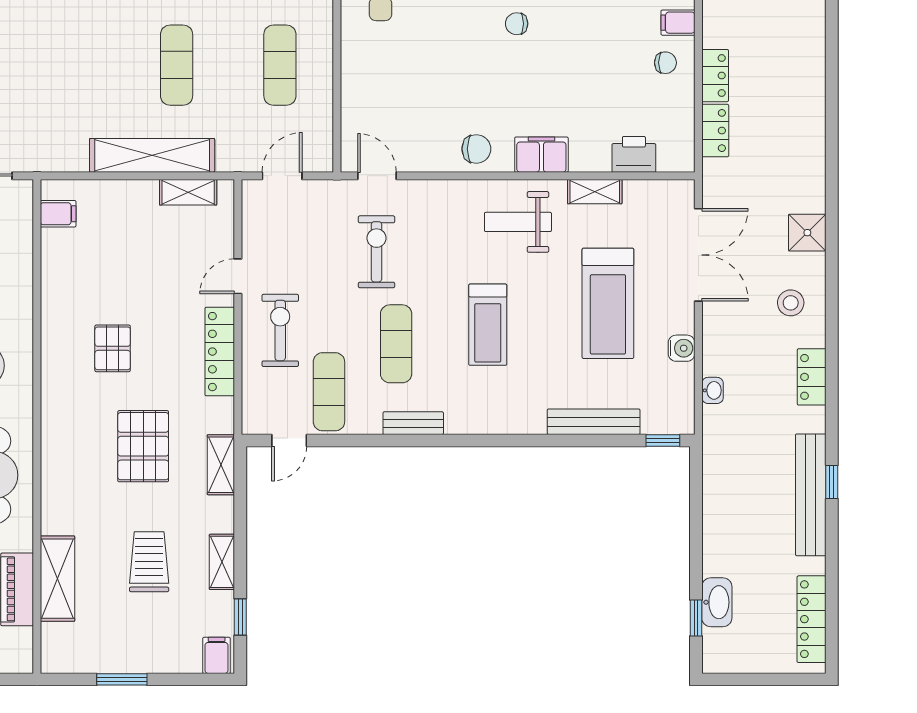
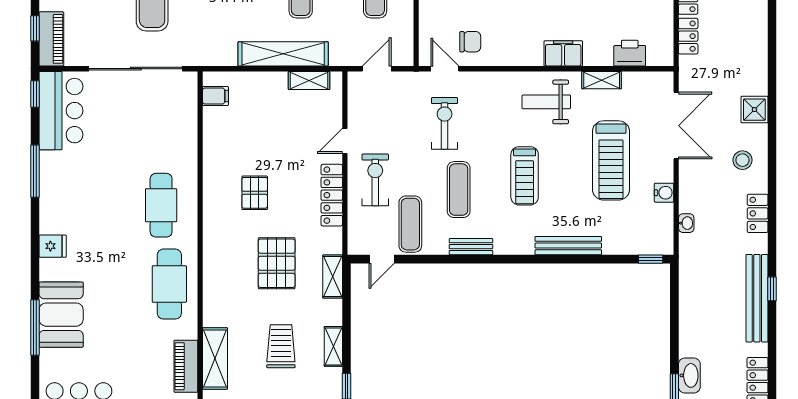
chair: (476, 149) -> (470, 42), moved
bench: (594, 422) -> (568, 246), moved

